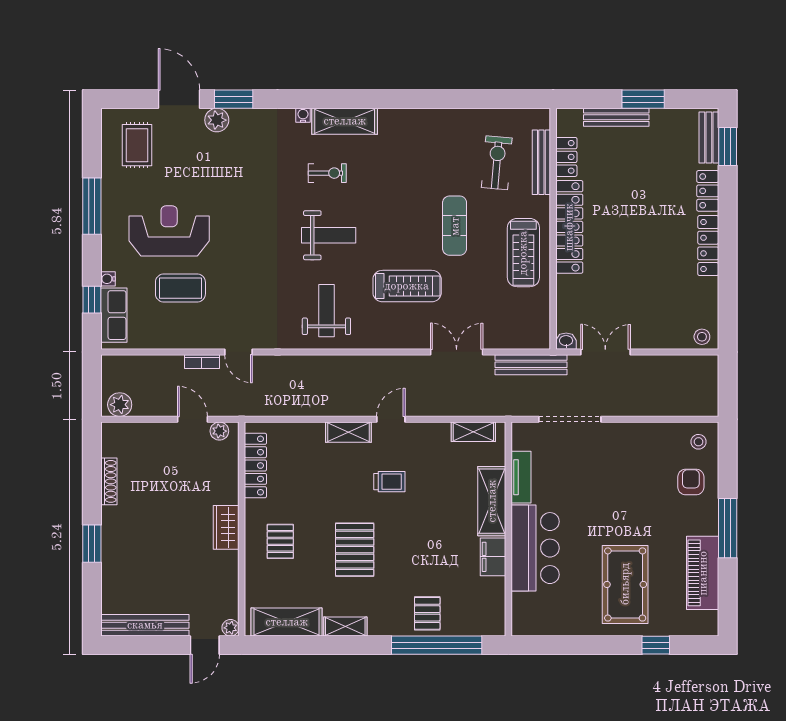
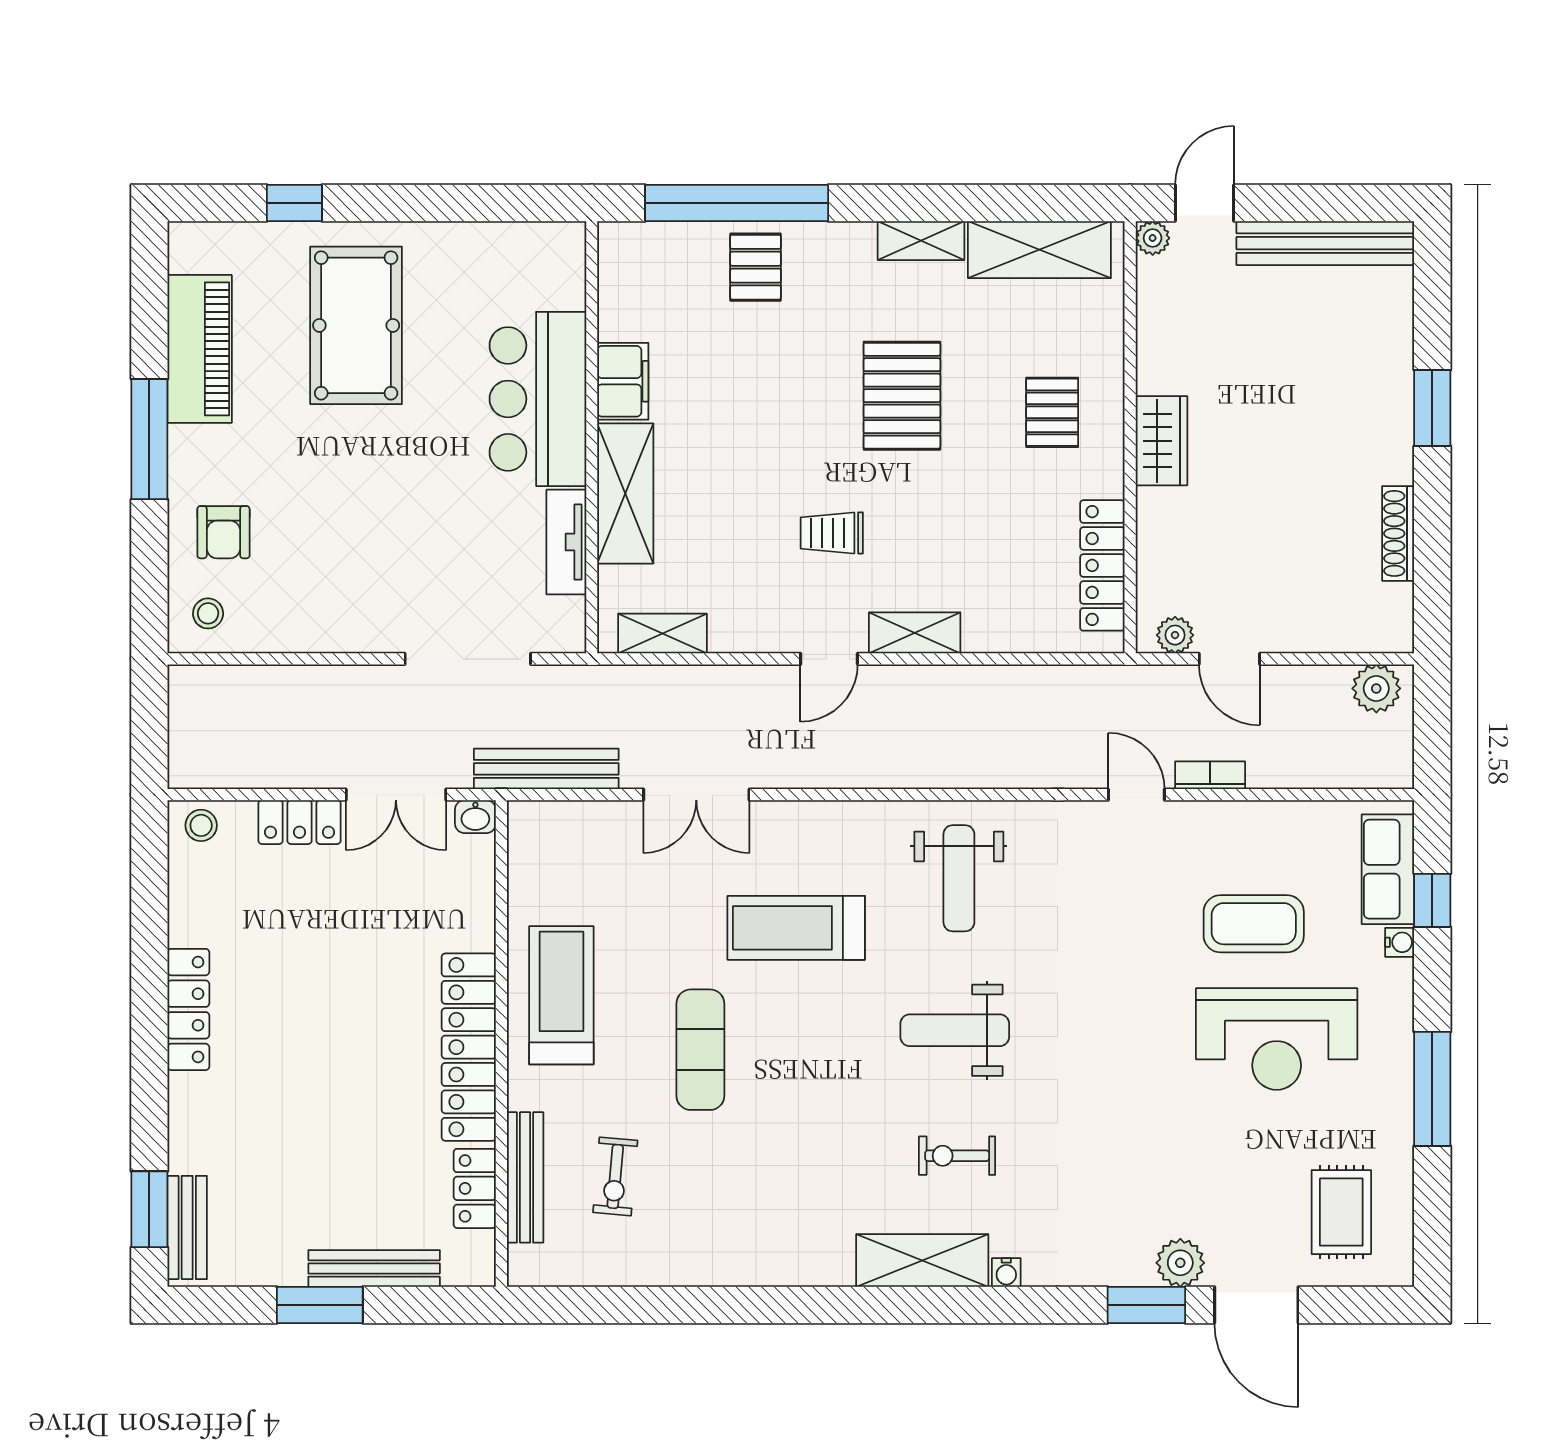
exercise bike: (497, 163) -> (615, 1176), width x0.73, depth x0.72
locker: (708, 191) -> (300, 822), moved, turned 90

